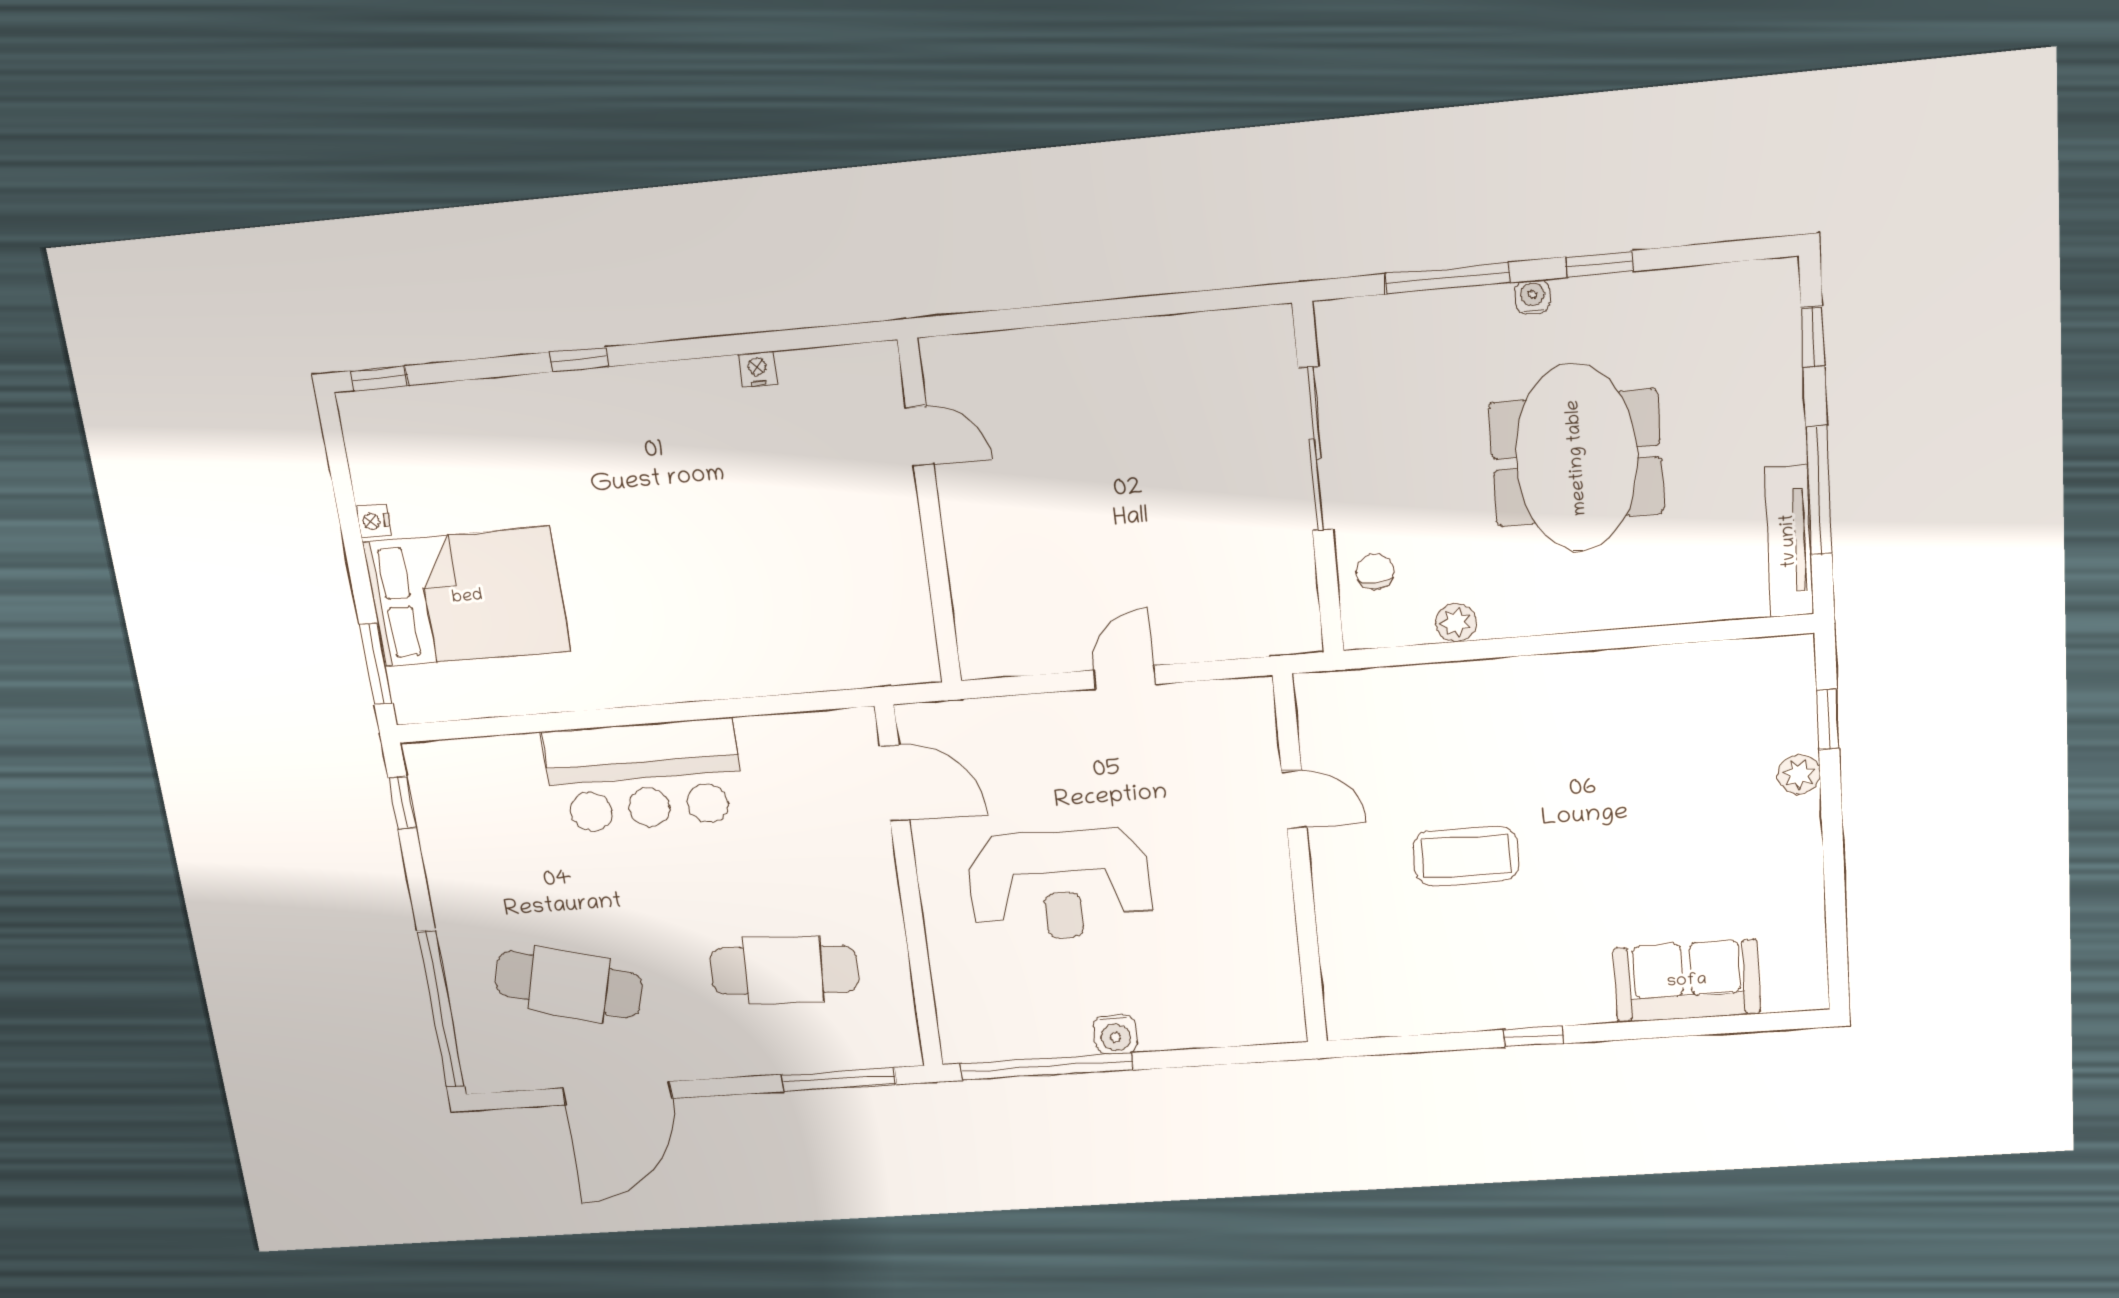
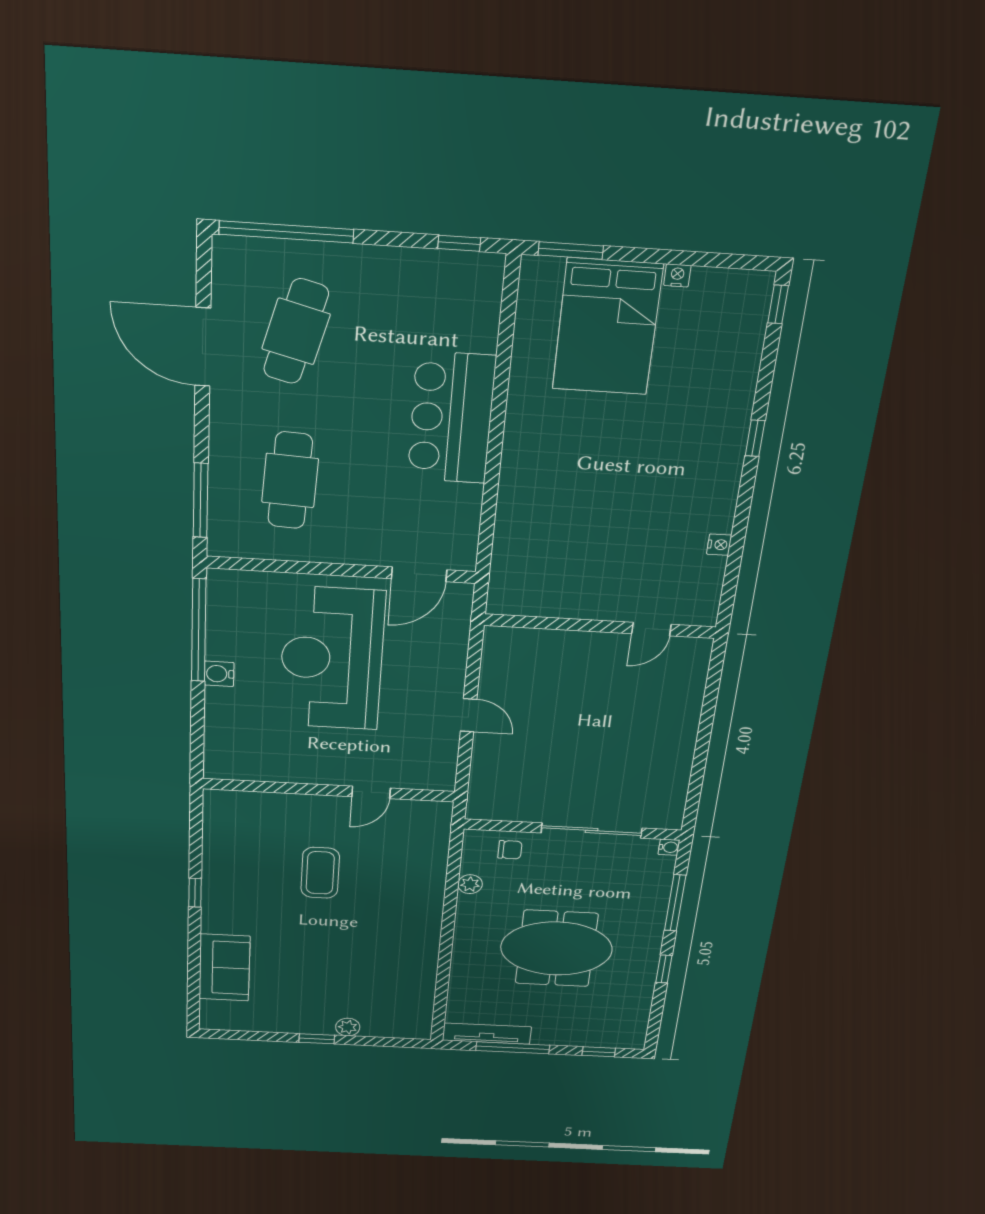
water cooler: (1533, 297) -> (669, 847), moved
window: (1828, 719) -> (317, 1039), moved
reception desk: (1060, 885) -> (332, 659), width x1.36, depth x1.30

